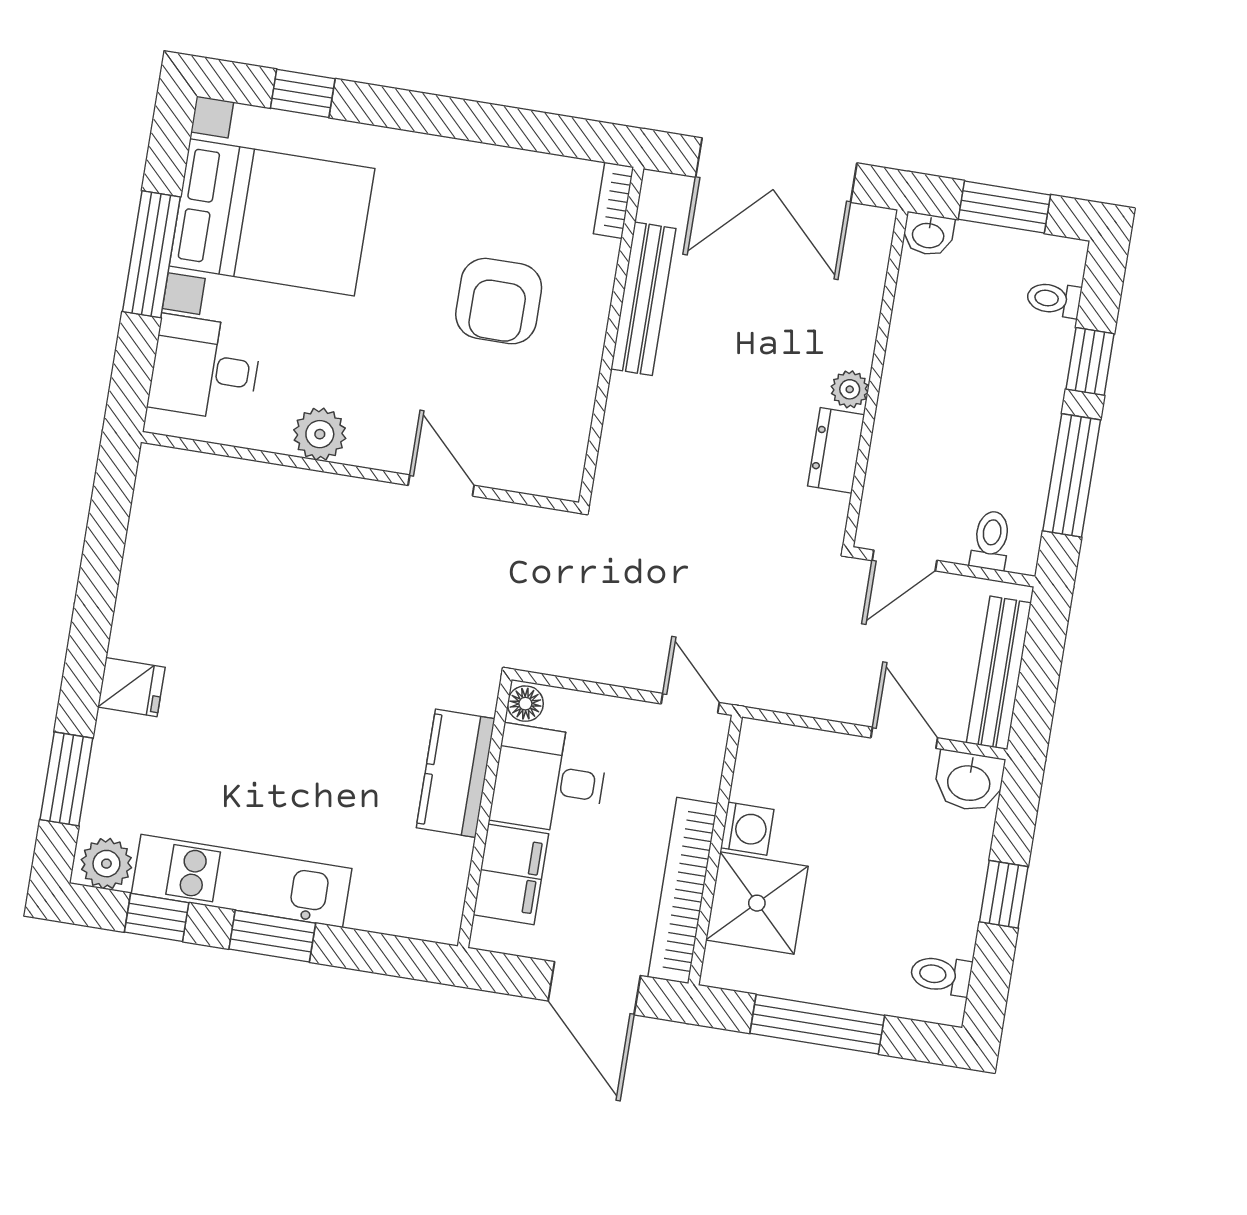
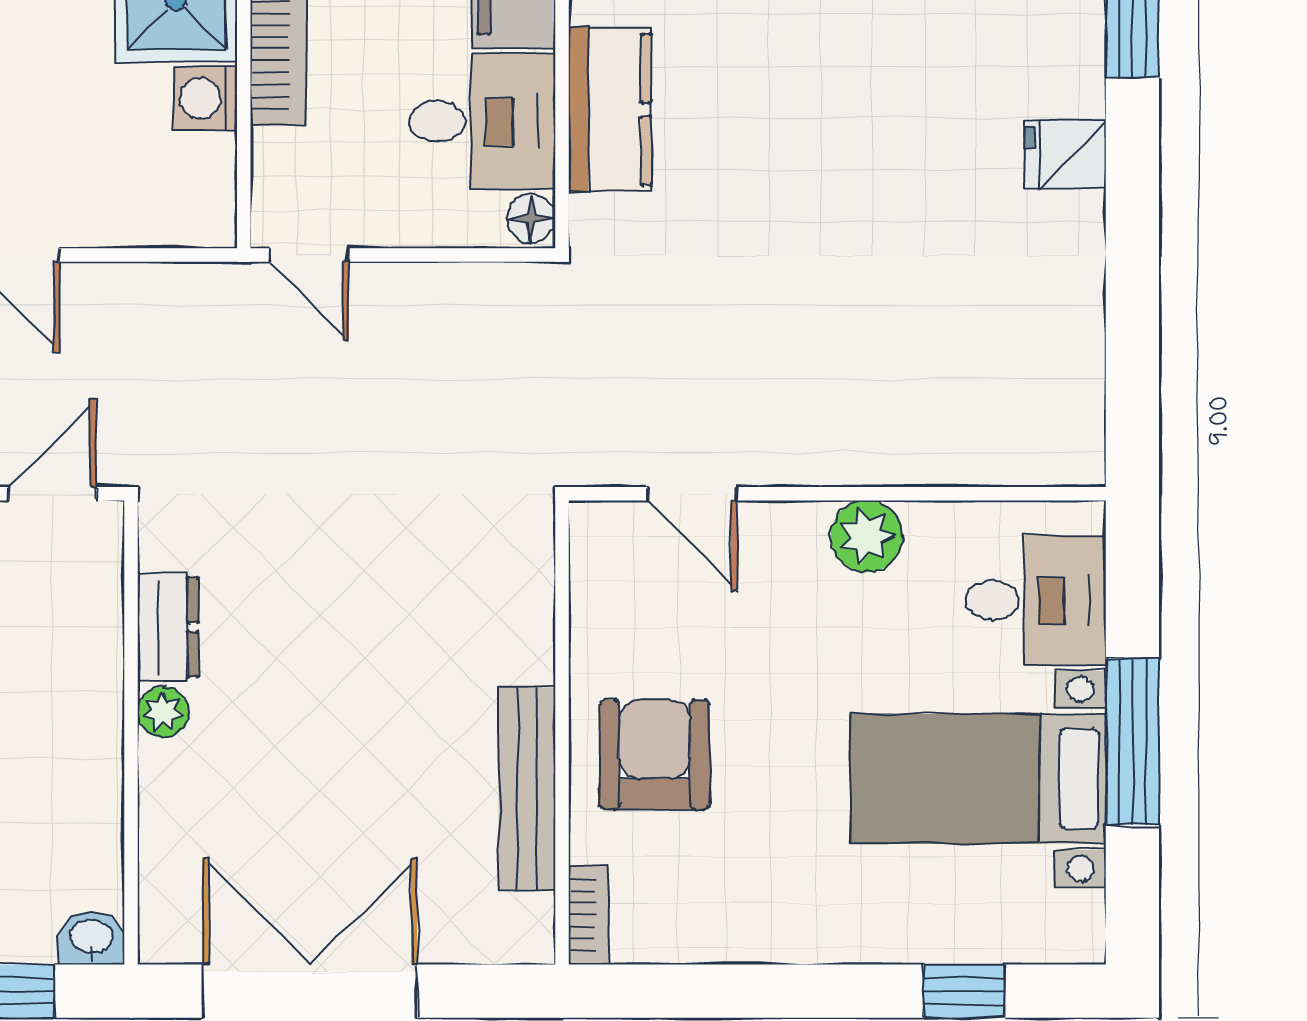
bookcase: (613, 200) -> (589, 915), moved
bed with nightstands: (272, 217) -> (978, 779), width x0.73
bench: (643, 299) -> (527, 789), moved
wall: (611, 336) -> (562, 732), moved

